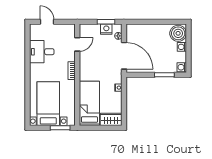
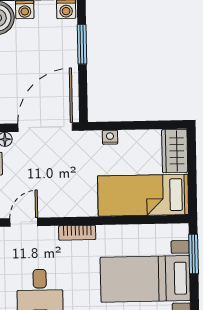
door: (77, 44) -> (24, 222), hinge flipped

